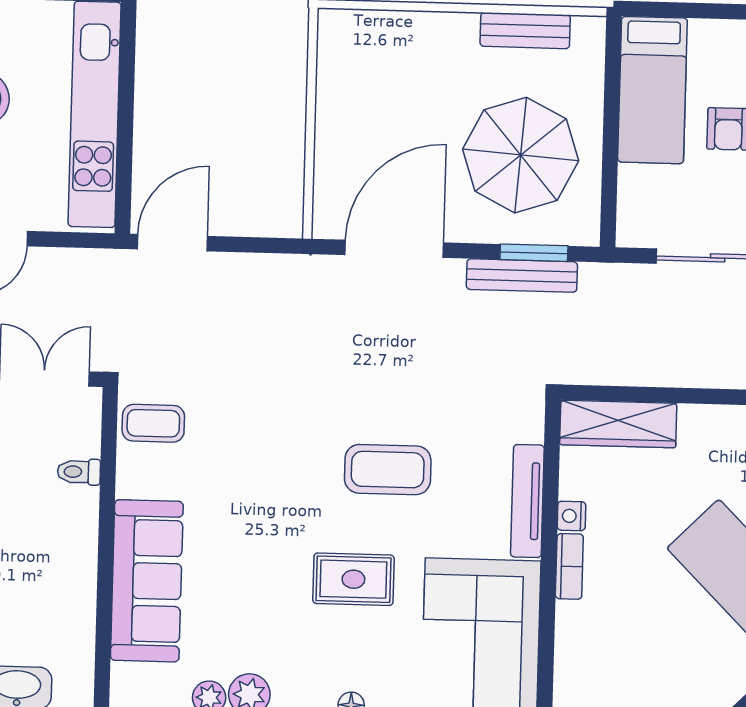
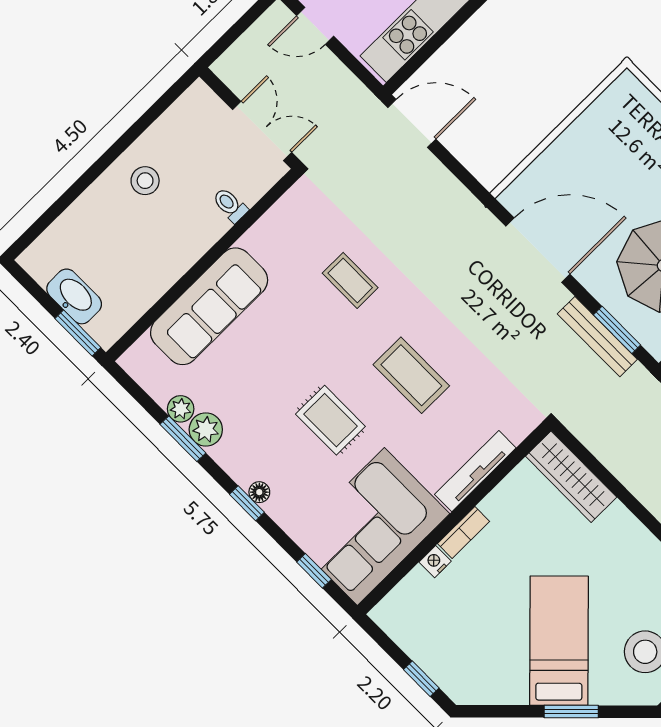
coffee table: (153, 423) -> (350, 280), moved
nightstand: (571, 516) -> (435, 562), moved

